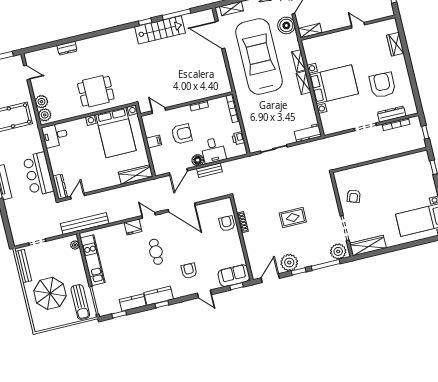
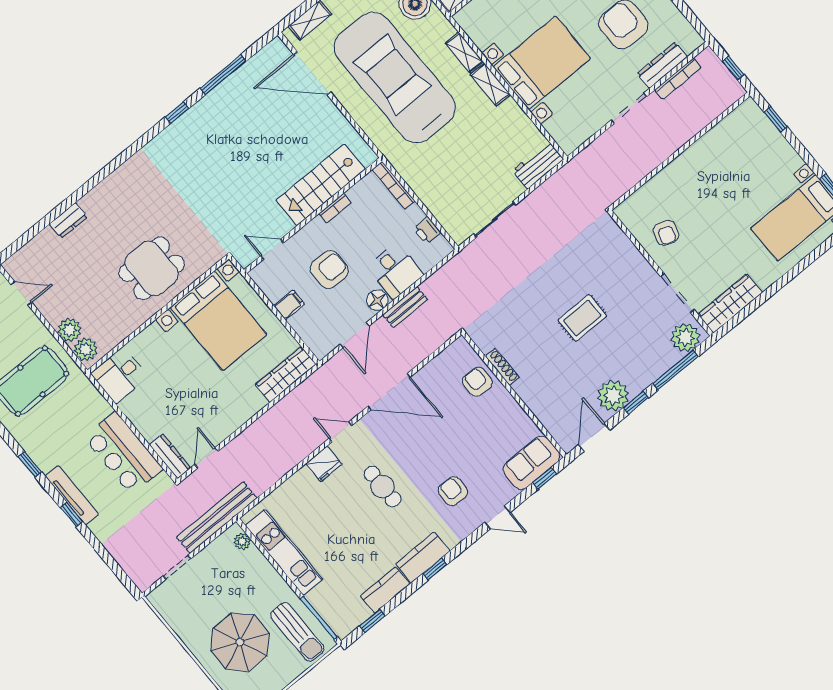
stairs: (160, 30) -> (321, 185), moved, turned 180
bench: (85, 224) -> (217, 518), moved
bench: (23, 266) -> (174, 618), removed

